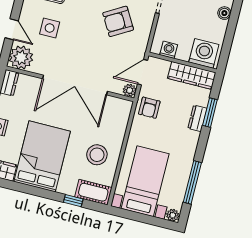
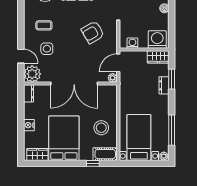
wardrobe: (192, 75) -> (158, 57), width x0.67
armchair: (149, 108) -> (129, 86), removed

